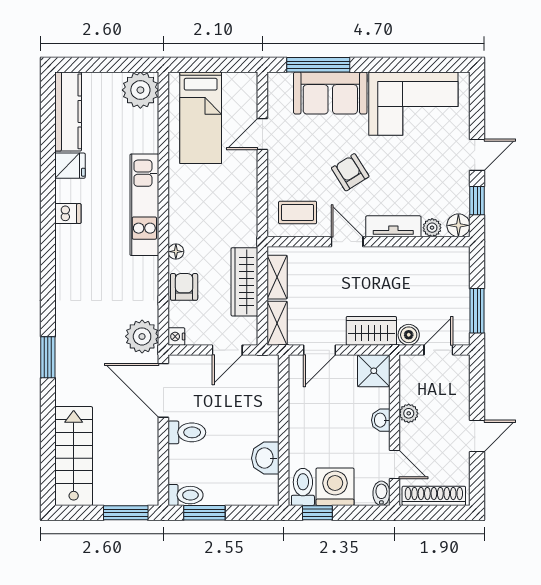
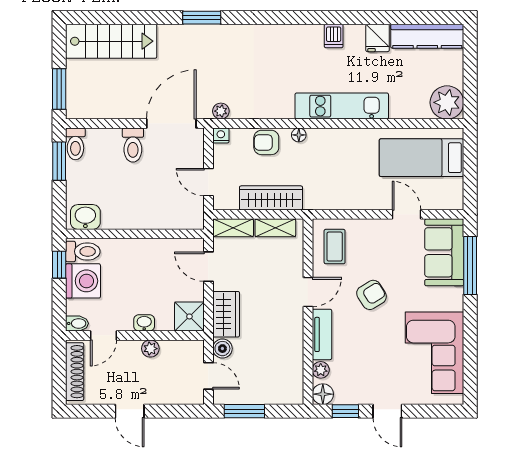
sofa: (330, 93) -> (444, 252), moved
armchair: (184, 287) -> (266, 142), turned 180
plant: (142, 336) -> (221, 111), width x0.53, depth x0.53
washbasin: (265, 458) -> (85, 217), moved

